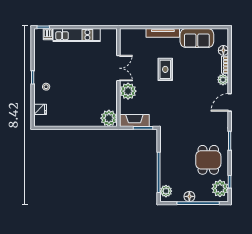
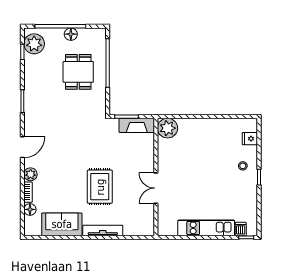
rug: (165, 69) -> (100, 187), width x1.36, depth x1.43
plant: (128, 91) -> (144, 161), removed
dining table: (208, 160) -> (78, 72), moved
plant: (166, 191) -> (99, 41), removed

